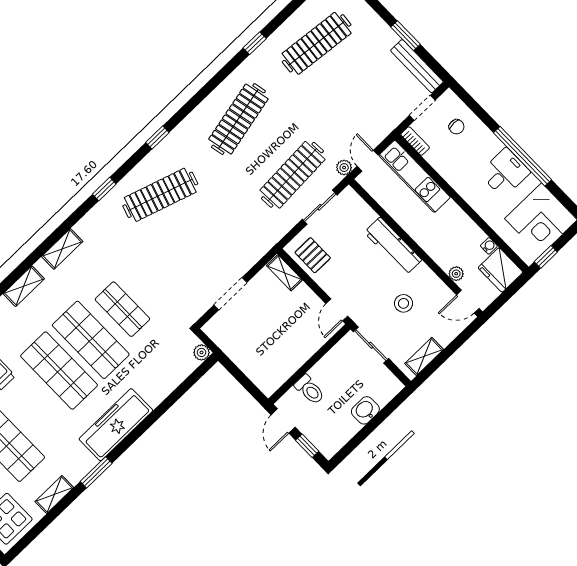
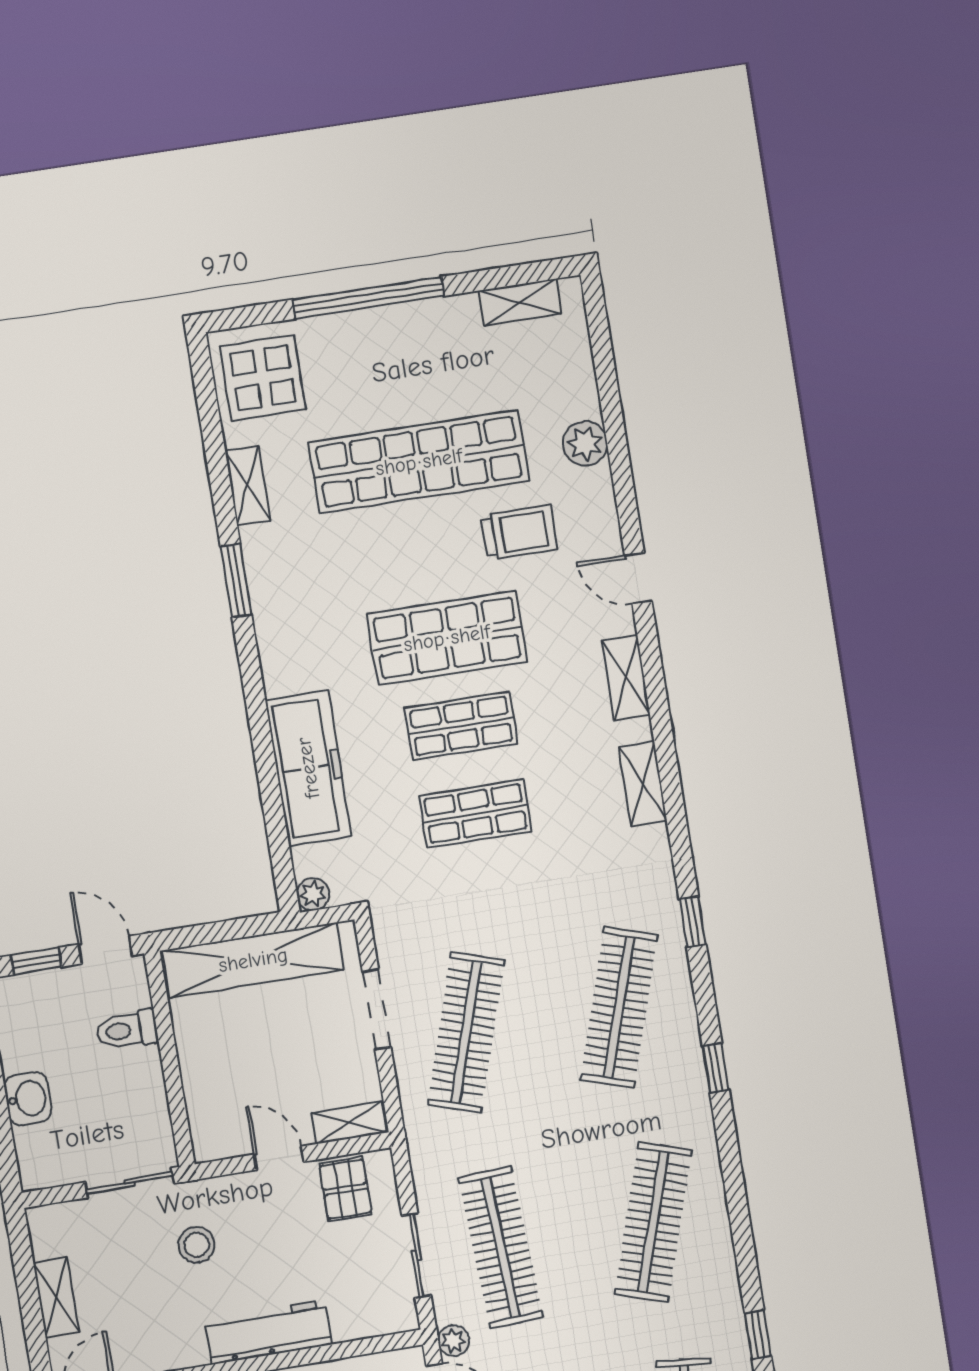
clothes rail: (238, 119) -> (653, 1222), turned 30
clothes rail: (214, 251) -> (466, 1032), added
pallet: (313, 255) -> (346, 1189), turned 90
stool: (403, 303) -> (197, 1245), moved
door: (337, 310) -> (279, 1158), moved
shop shelf: (91, 340) -> (461, 726), width x0.70, depth x0.74
shelving: (424, 356) -> (56, 1297), moved
shelving: (245, 358) -> (253, 960), added
freezer: (116, 425) -> (308, 768), moved

